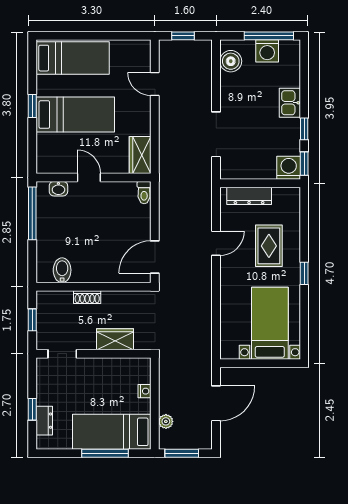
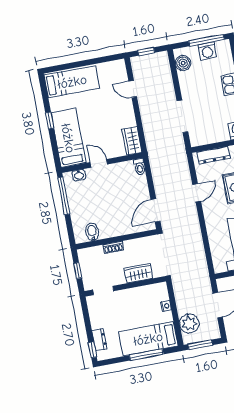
bed: (75, 115) -> (68, 138), moved, turned -90
window: (32, 409) -> (93, 350), moved
plant: (166, 421) -> (189, 324), width x1.87, depth x1.87

